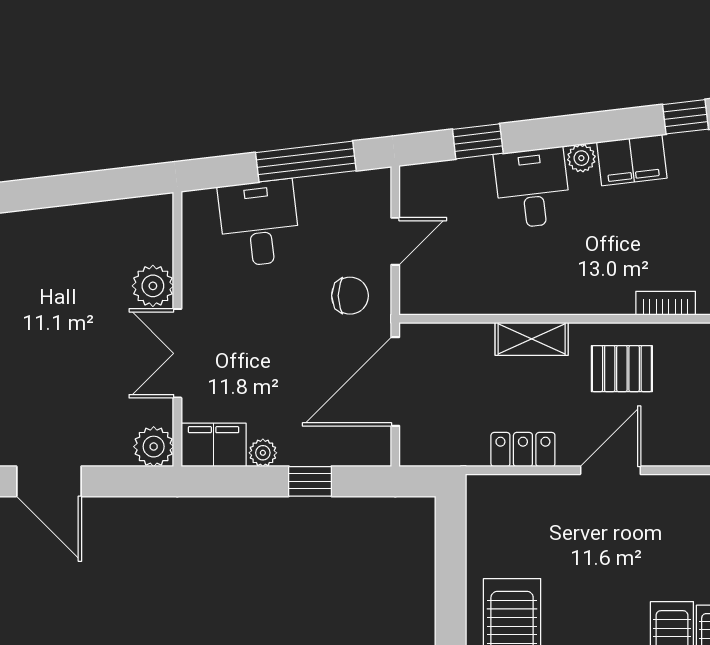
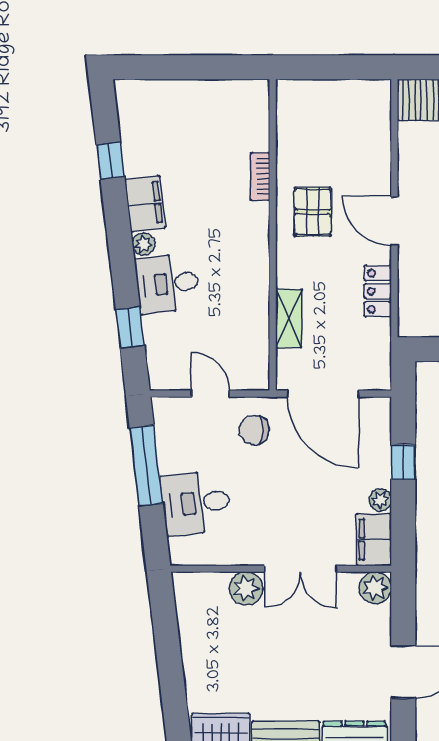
chair: (350, 296) -> (254, 430), turned -90
shelving: (532, 339) -> (289, 318), moved

